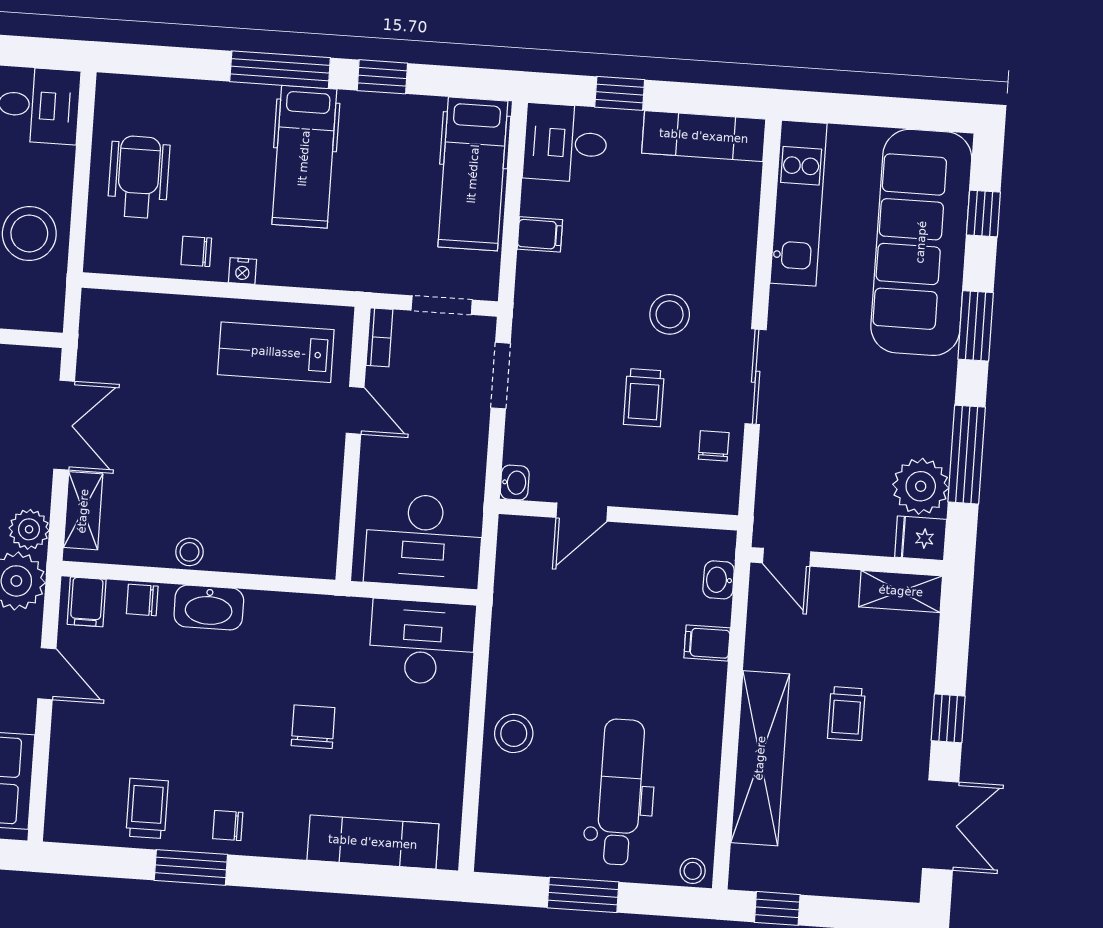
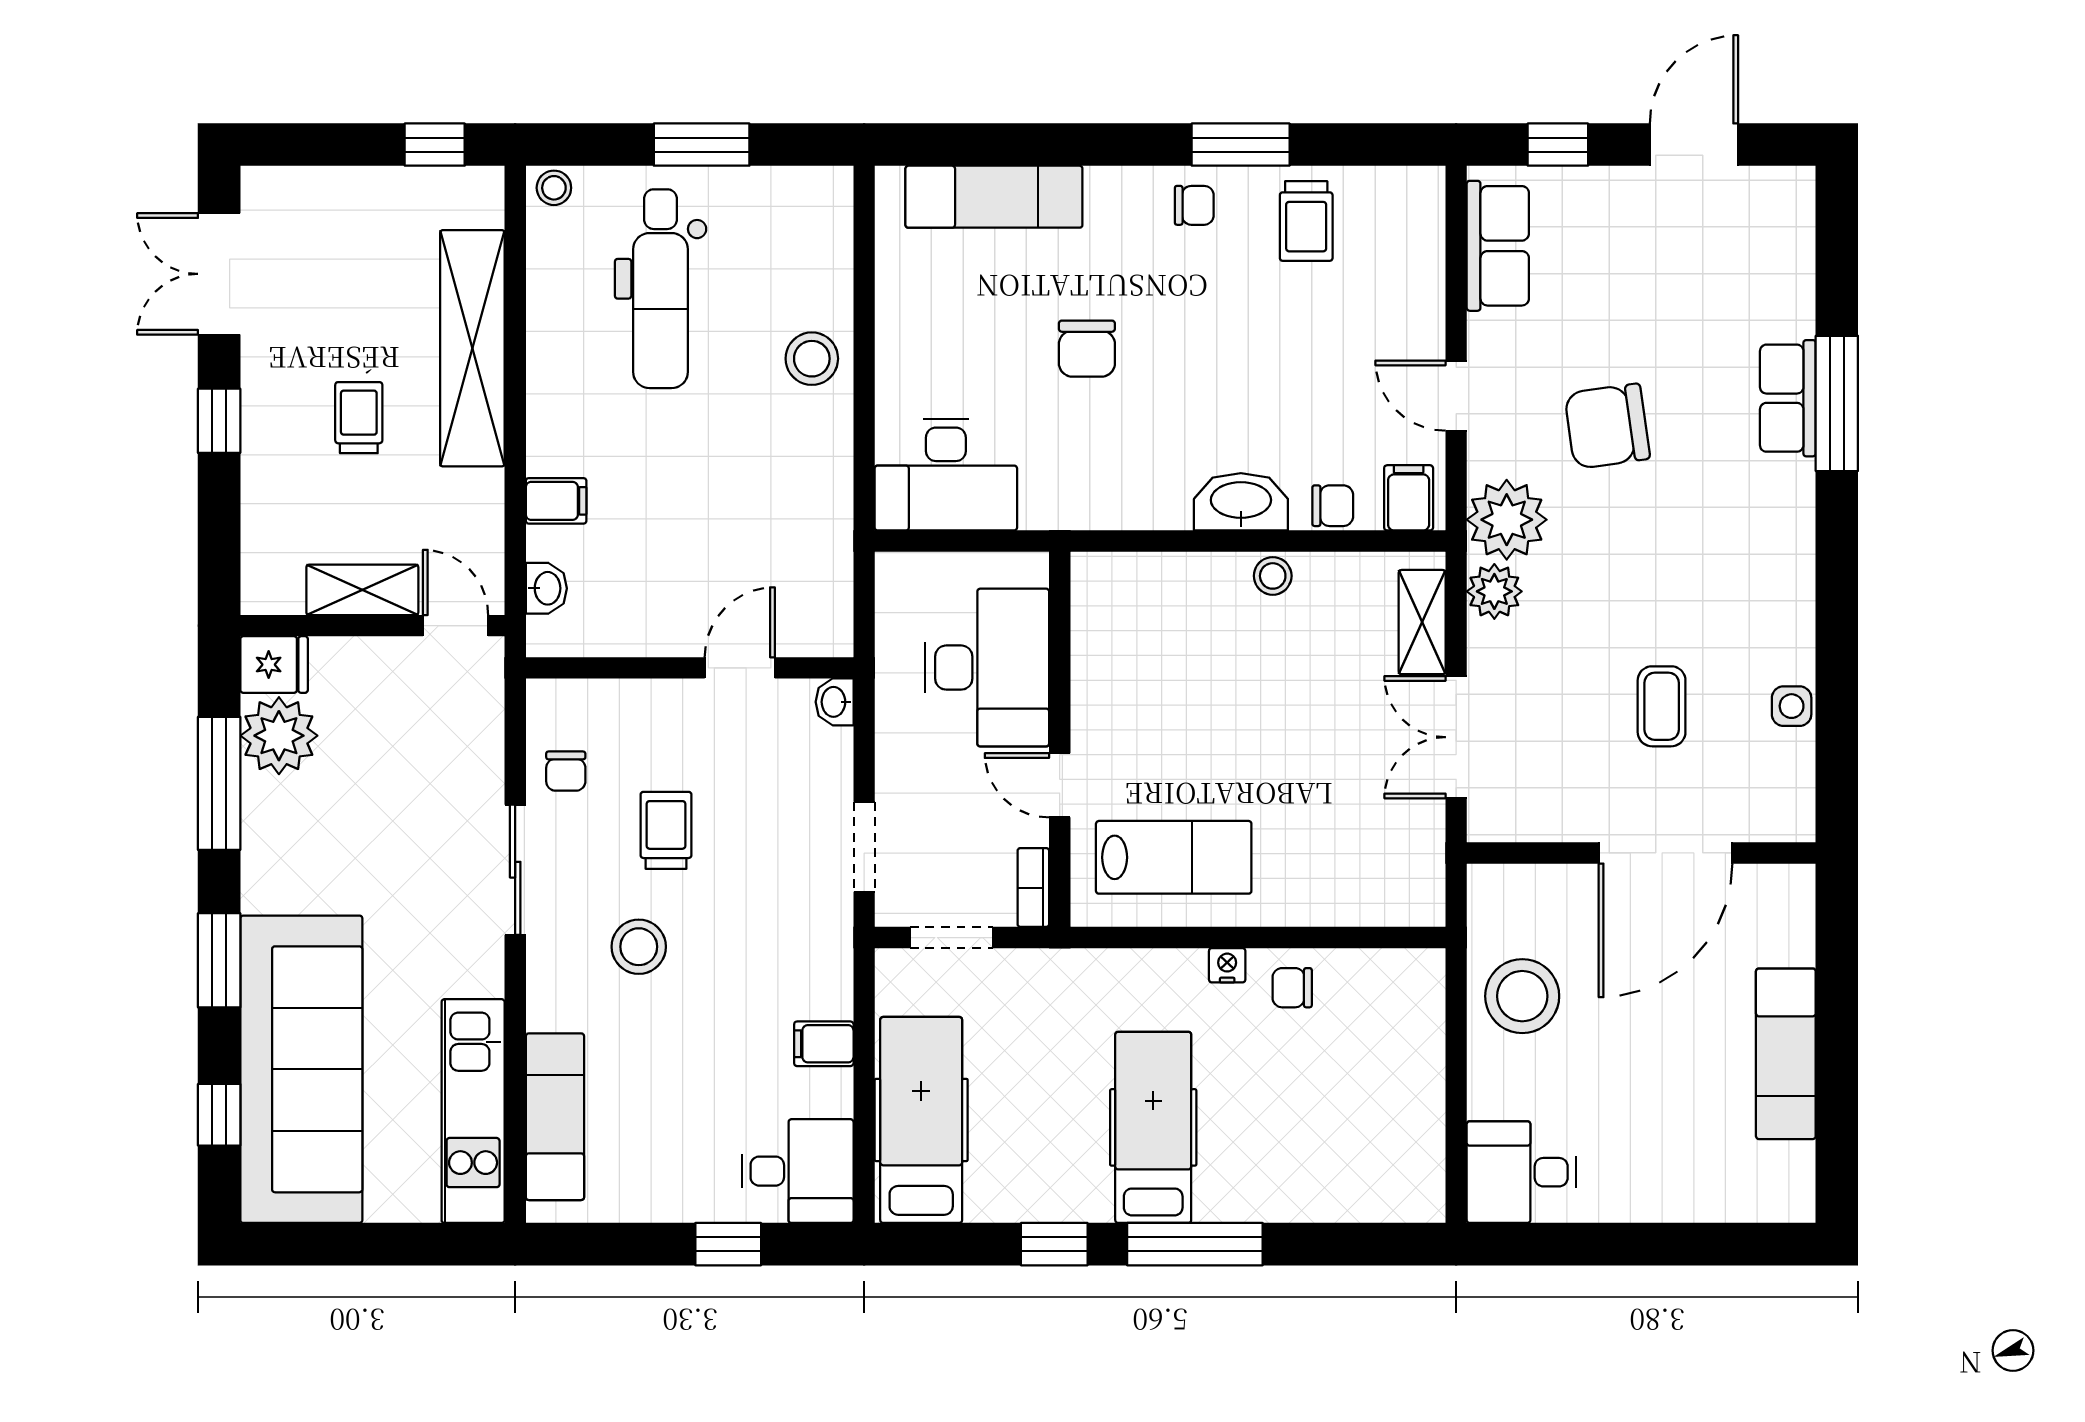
exam couch: (704, 136) -> (555, 1117), moved, turned 90
wheelchair: (139, 177) -> (1378, 1084), removed
chair: (196, 251) -> (1292, 988), turned 180
desk: (424, 541) -> (987, 668), moved, turned 90
shelving: (901, 591) -> (362, 590), moved

